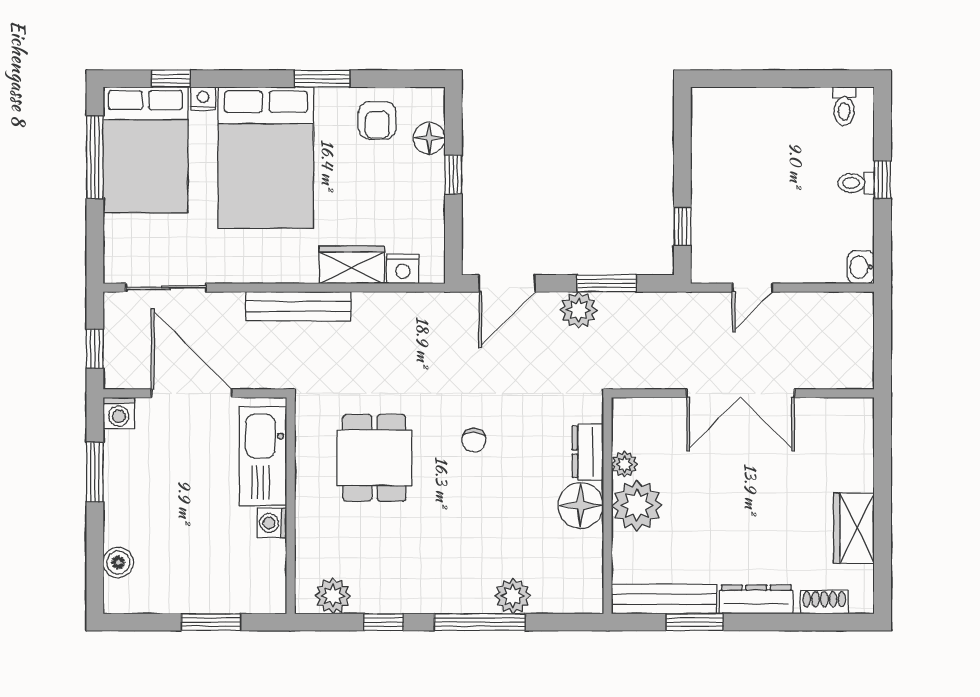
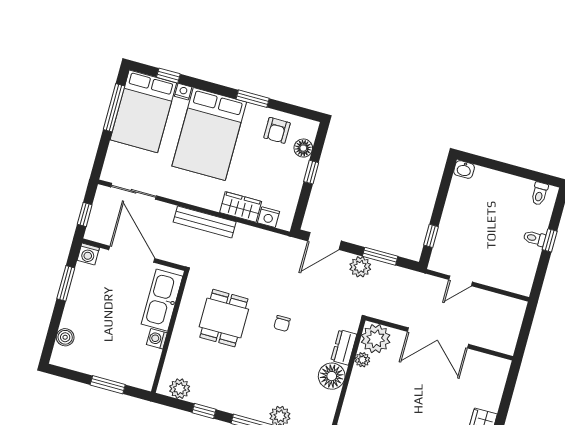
washbasin: (861, 267) -> (464, 169), moved, turned -90
plant: (637, 505) -> (376, 339), moved

